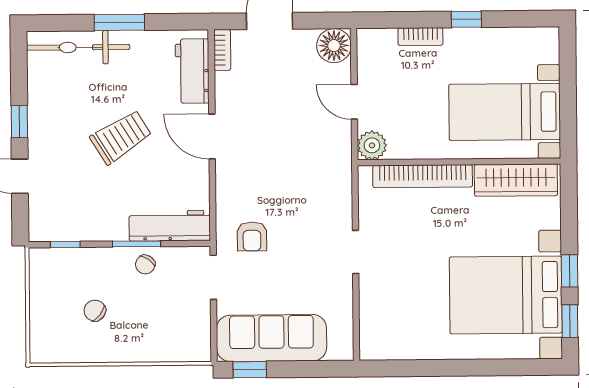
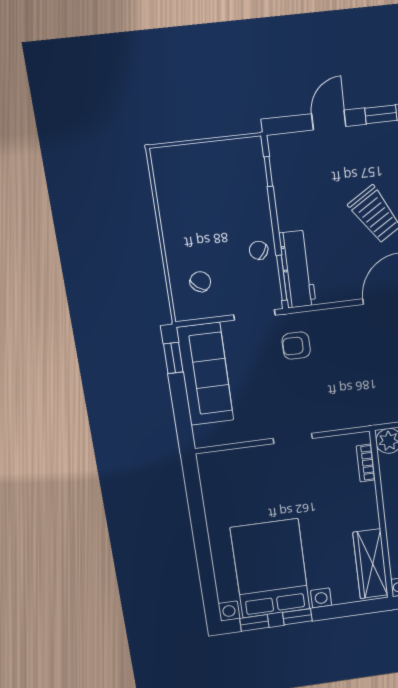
bookcase: (423, 176) -> (366, 463), width x0.43, depth x0.76
window: (136, 244) -> (282, 278), moved
chair: (95, 311) -> (200, 282), moved

